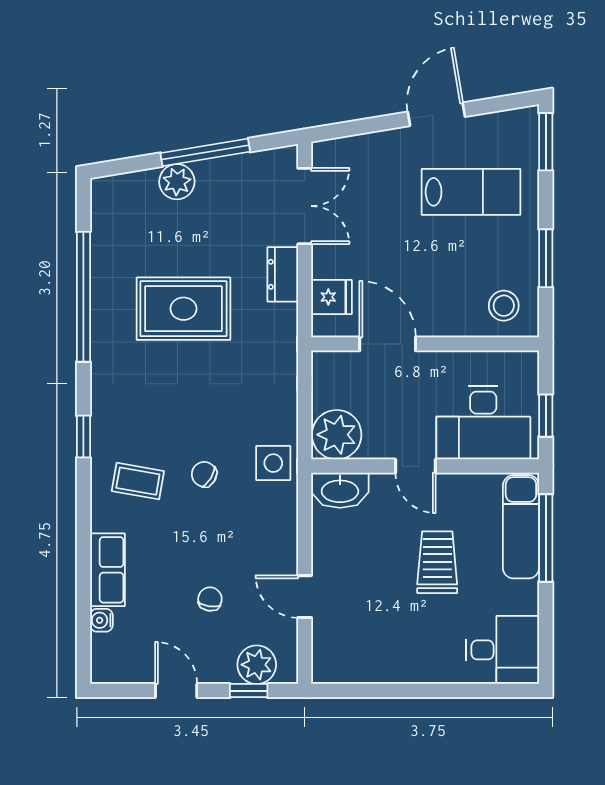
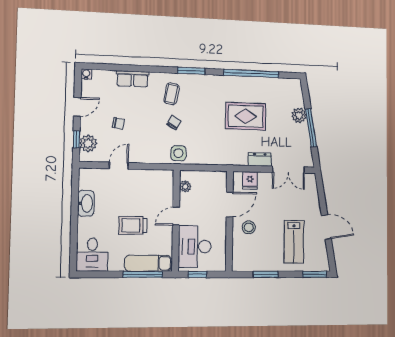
stool: (504, 306) -> (249, 227), moved
rug: (183, 309) -> (246, 116), turned 90
plant: (337, 435) -> (185, 186), width x0.53, depth x0.53
window: (83, 437) -> (191, 71), width x1.50
washbasin: (340, 490) -> (86, 203), moved, turned 180
trolley: (437, 562) -> (133, 225), turned 180
water cooler: (101, 620) -> (86, 74), moved

